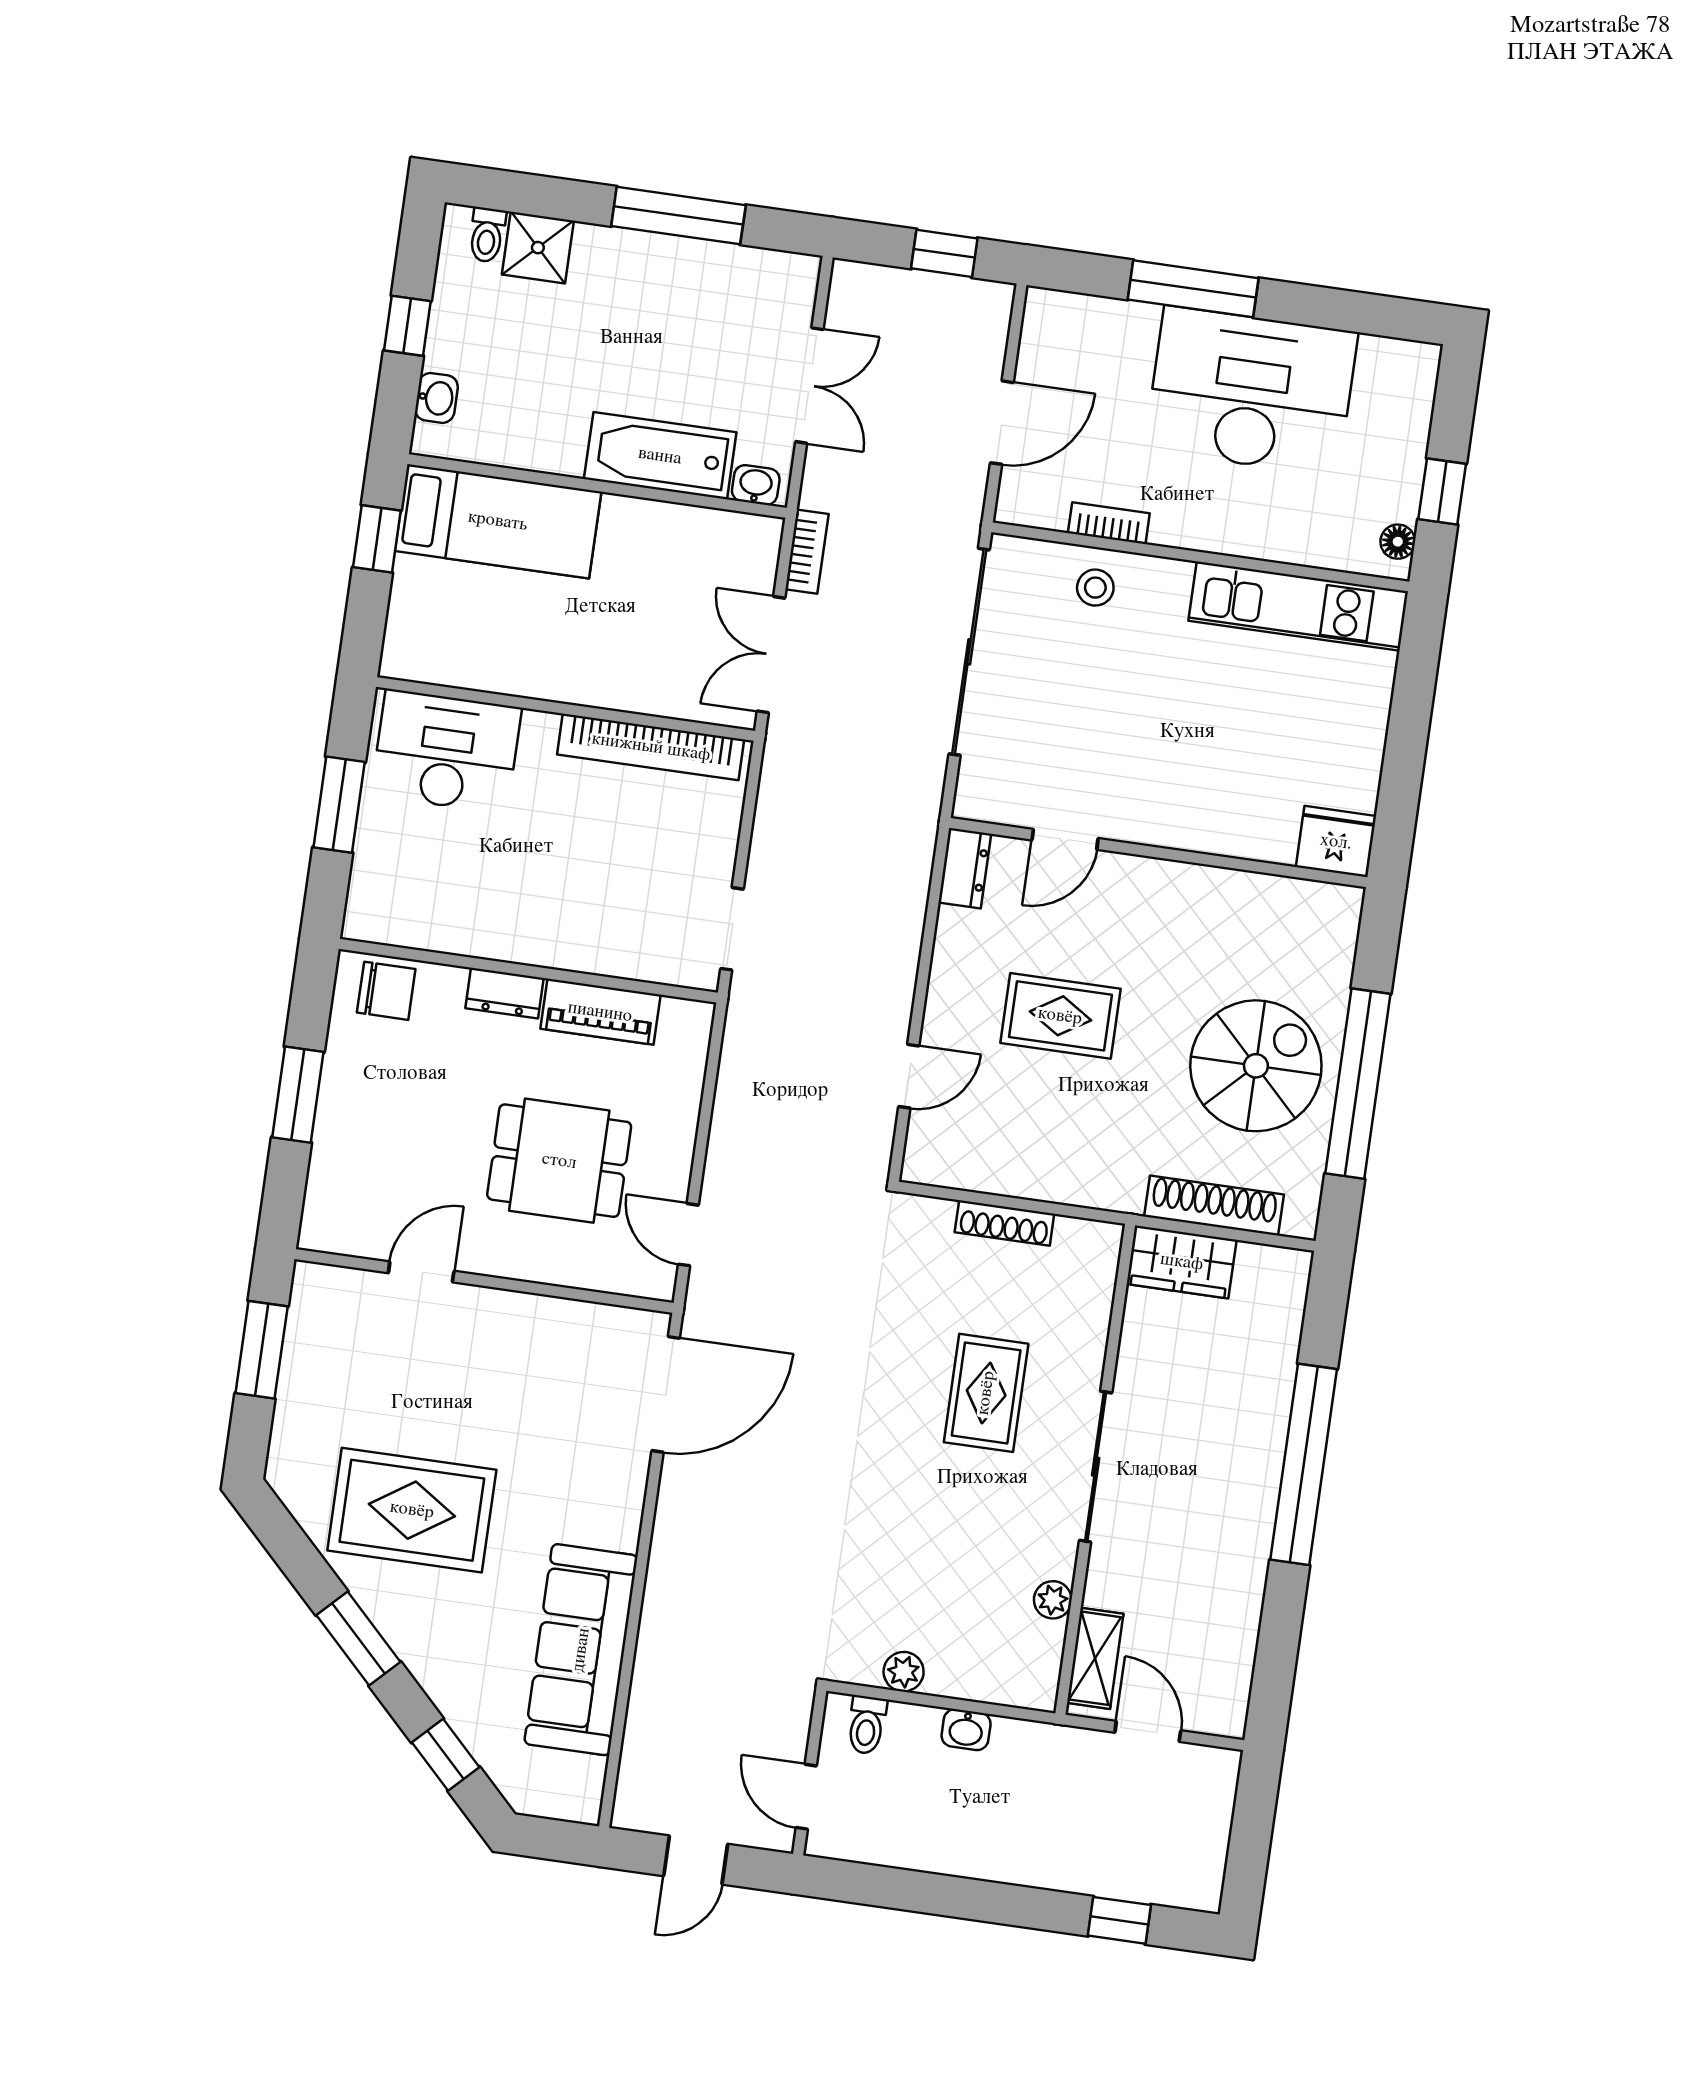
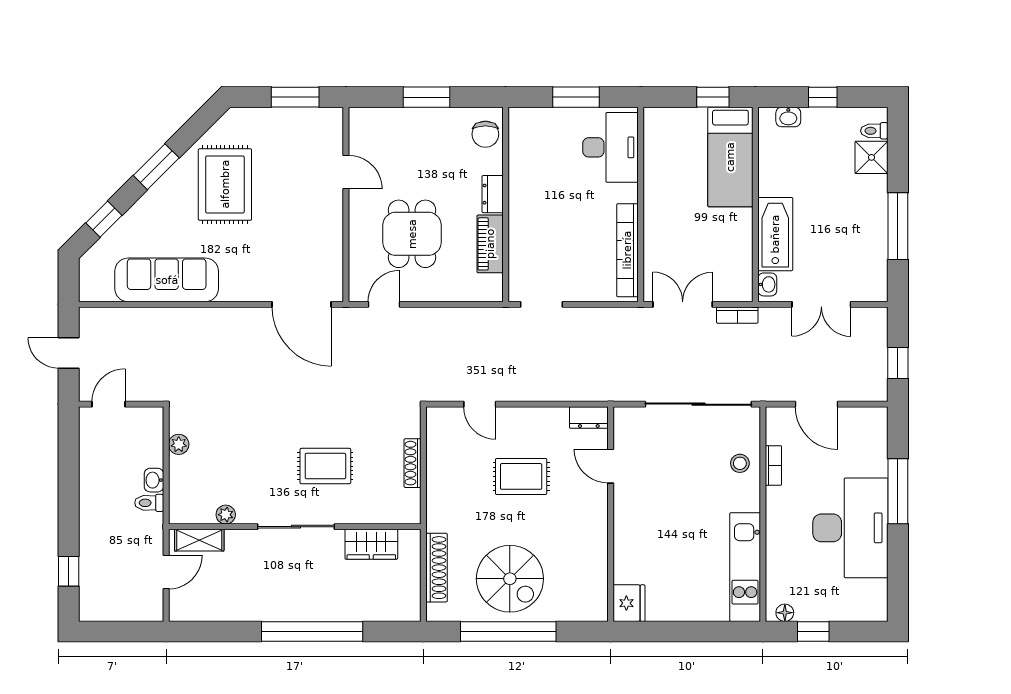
rug: (1060, 1016) -> (521, 476), turned 90
wardrobe: (1182, 1262) -> (371, 544), moved, turned -90
toilet: (867, 1725) -> (149, 503), moved

